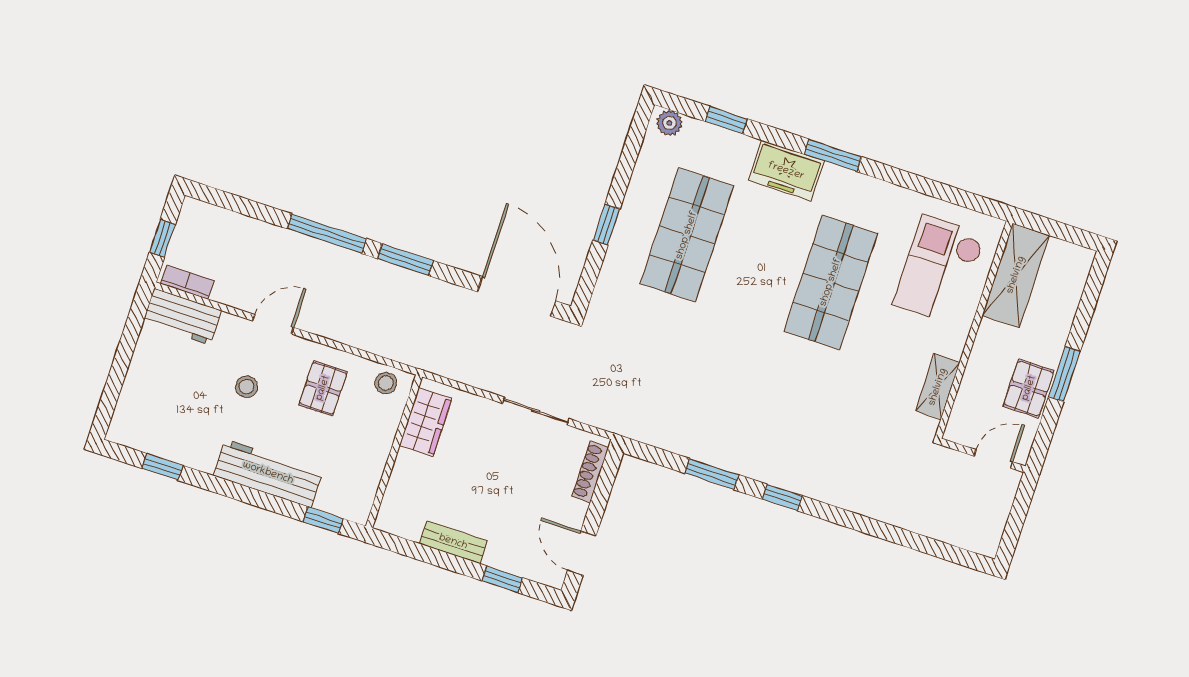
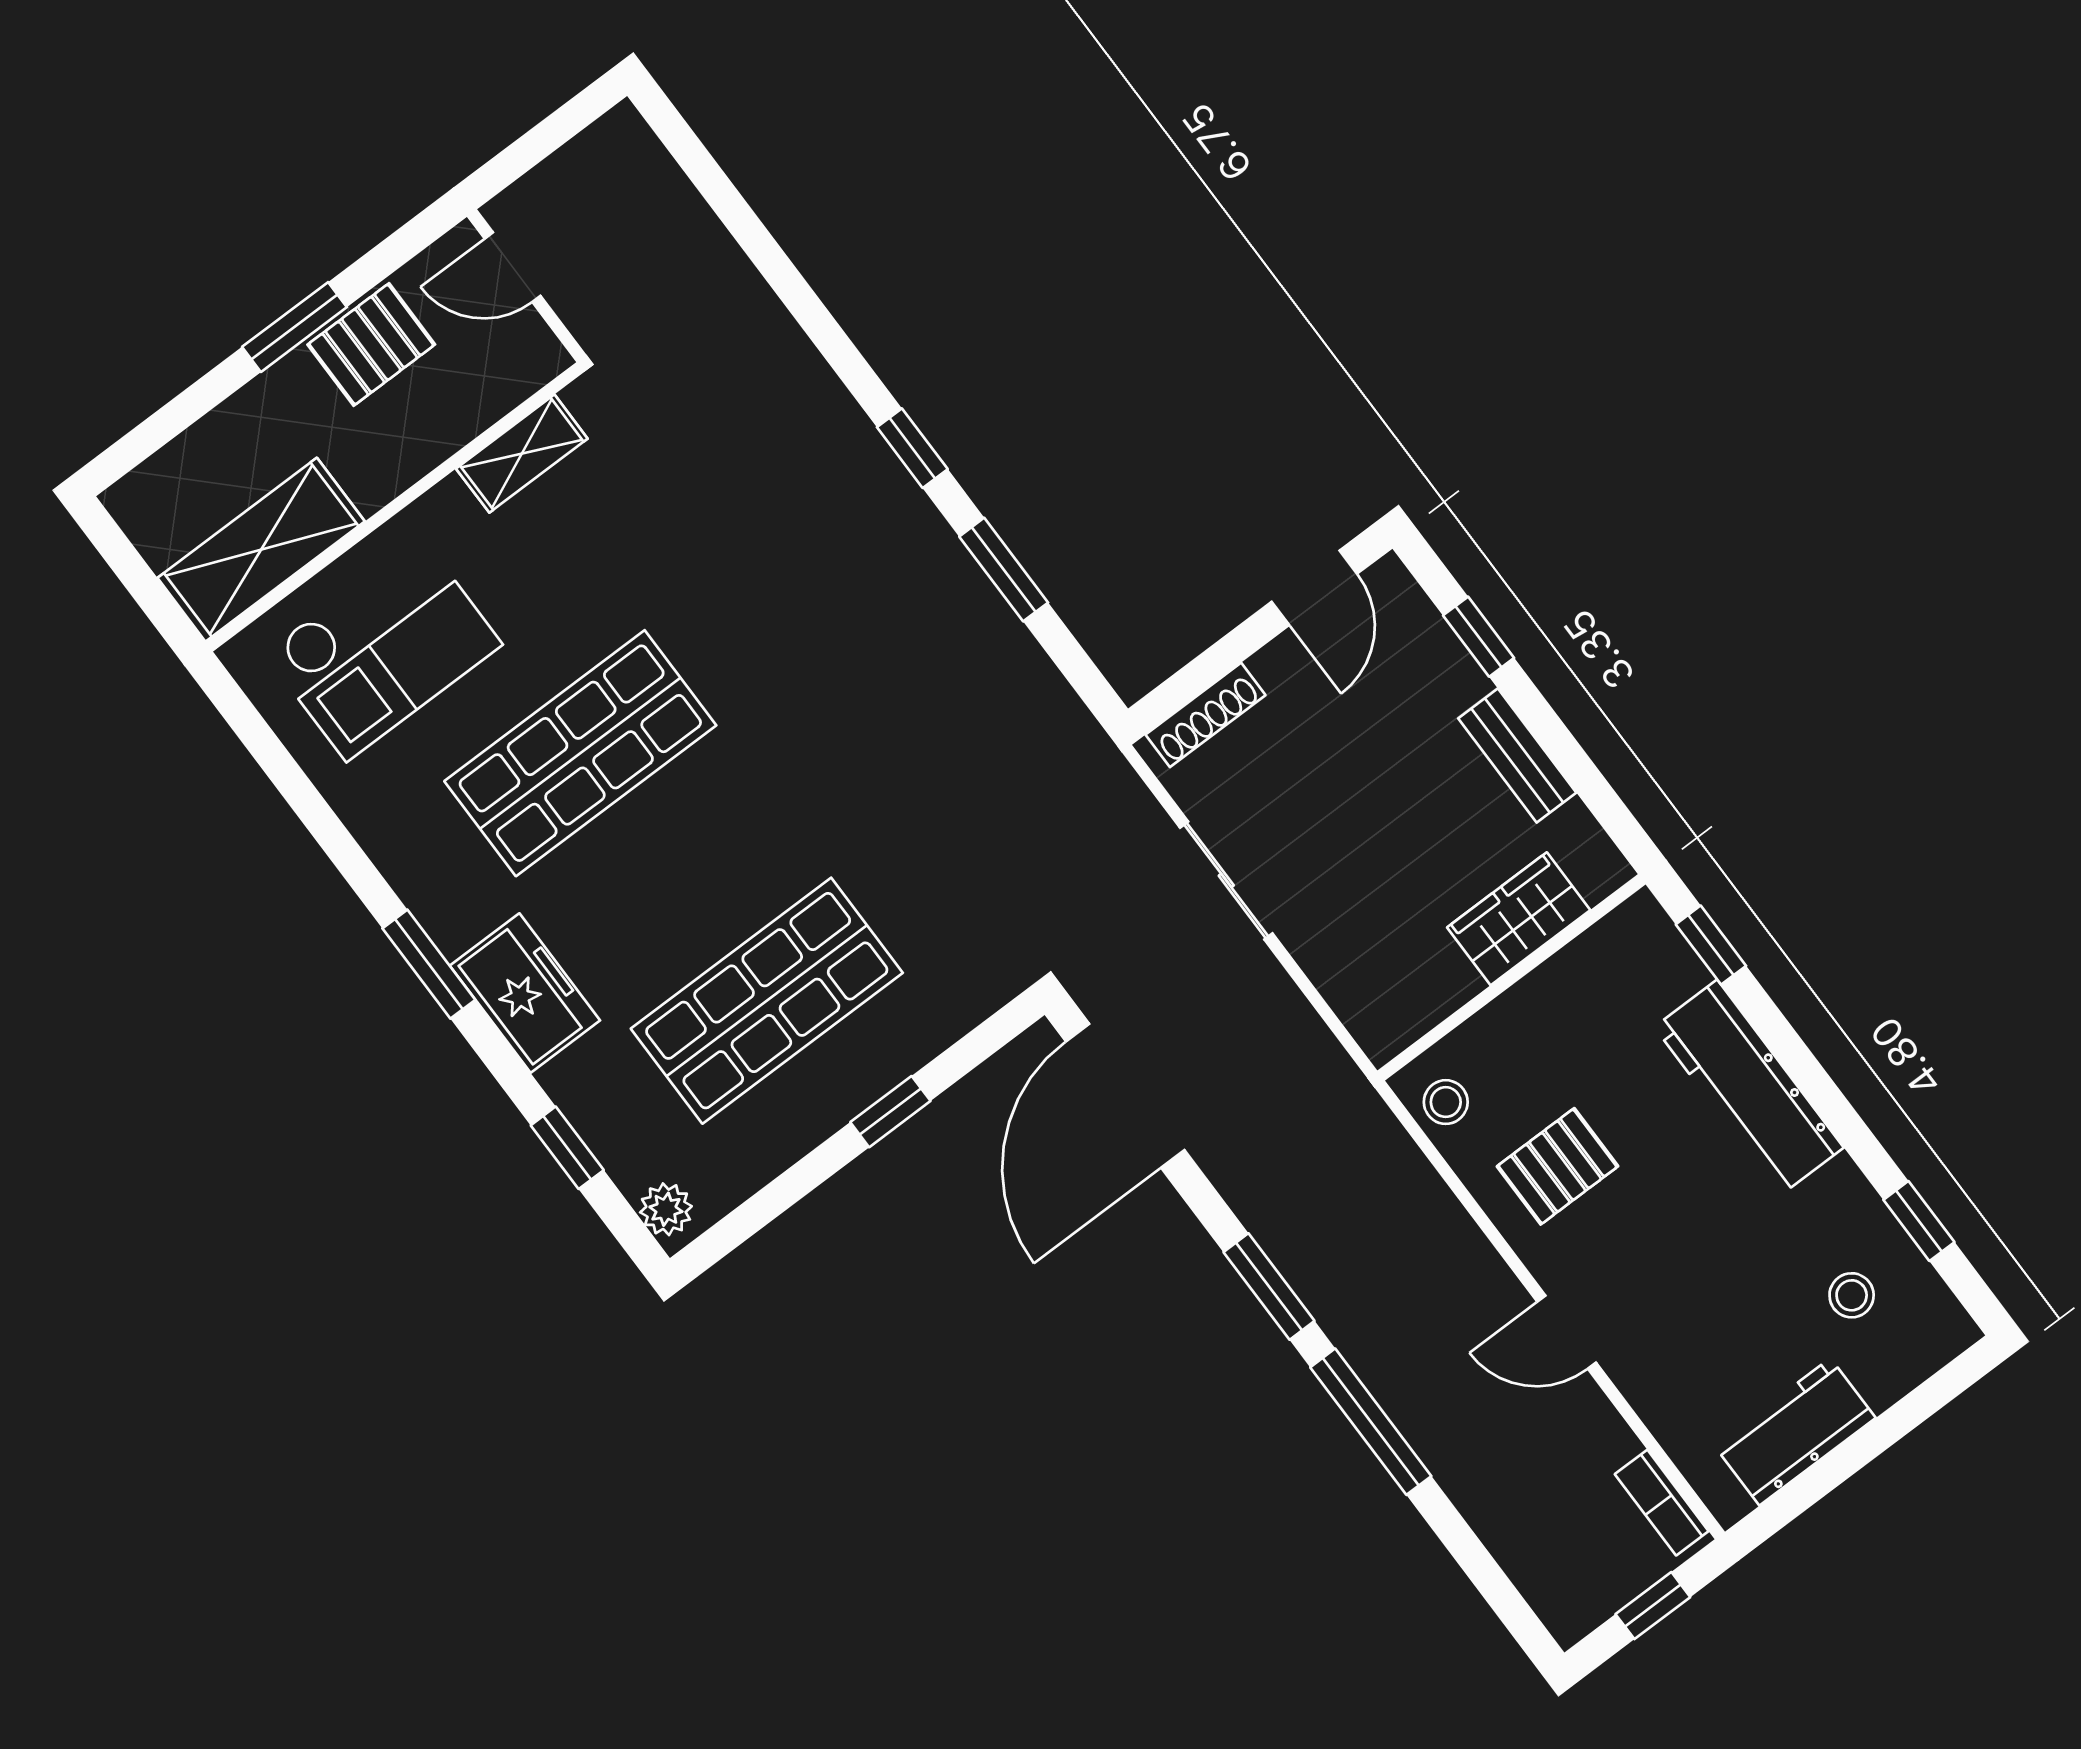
workbench: (182, 317) -> (1795, 1432), moved, turned -90
stool: (247, 387) -> (1852, 1295), moved
wardrobe: (426, 422) -> (1519, 919), moved

